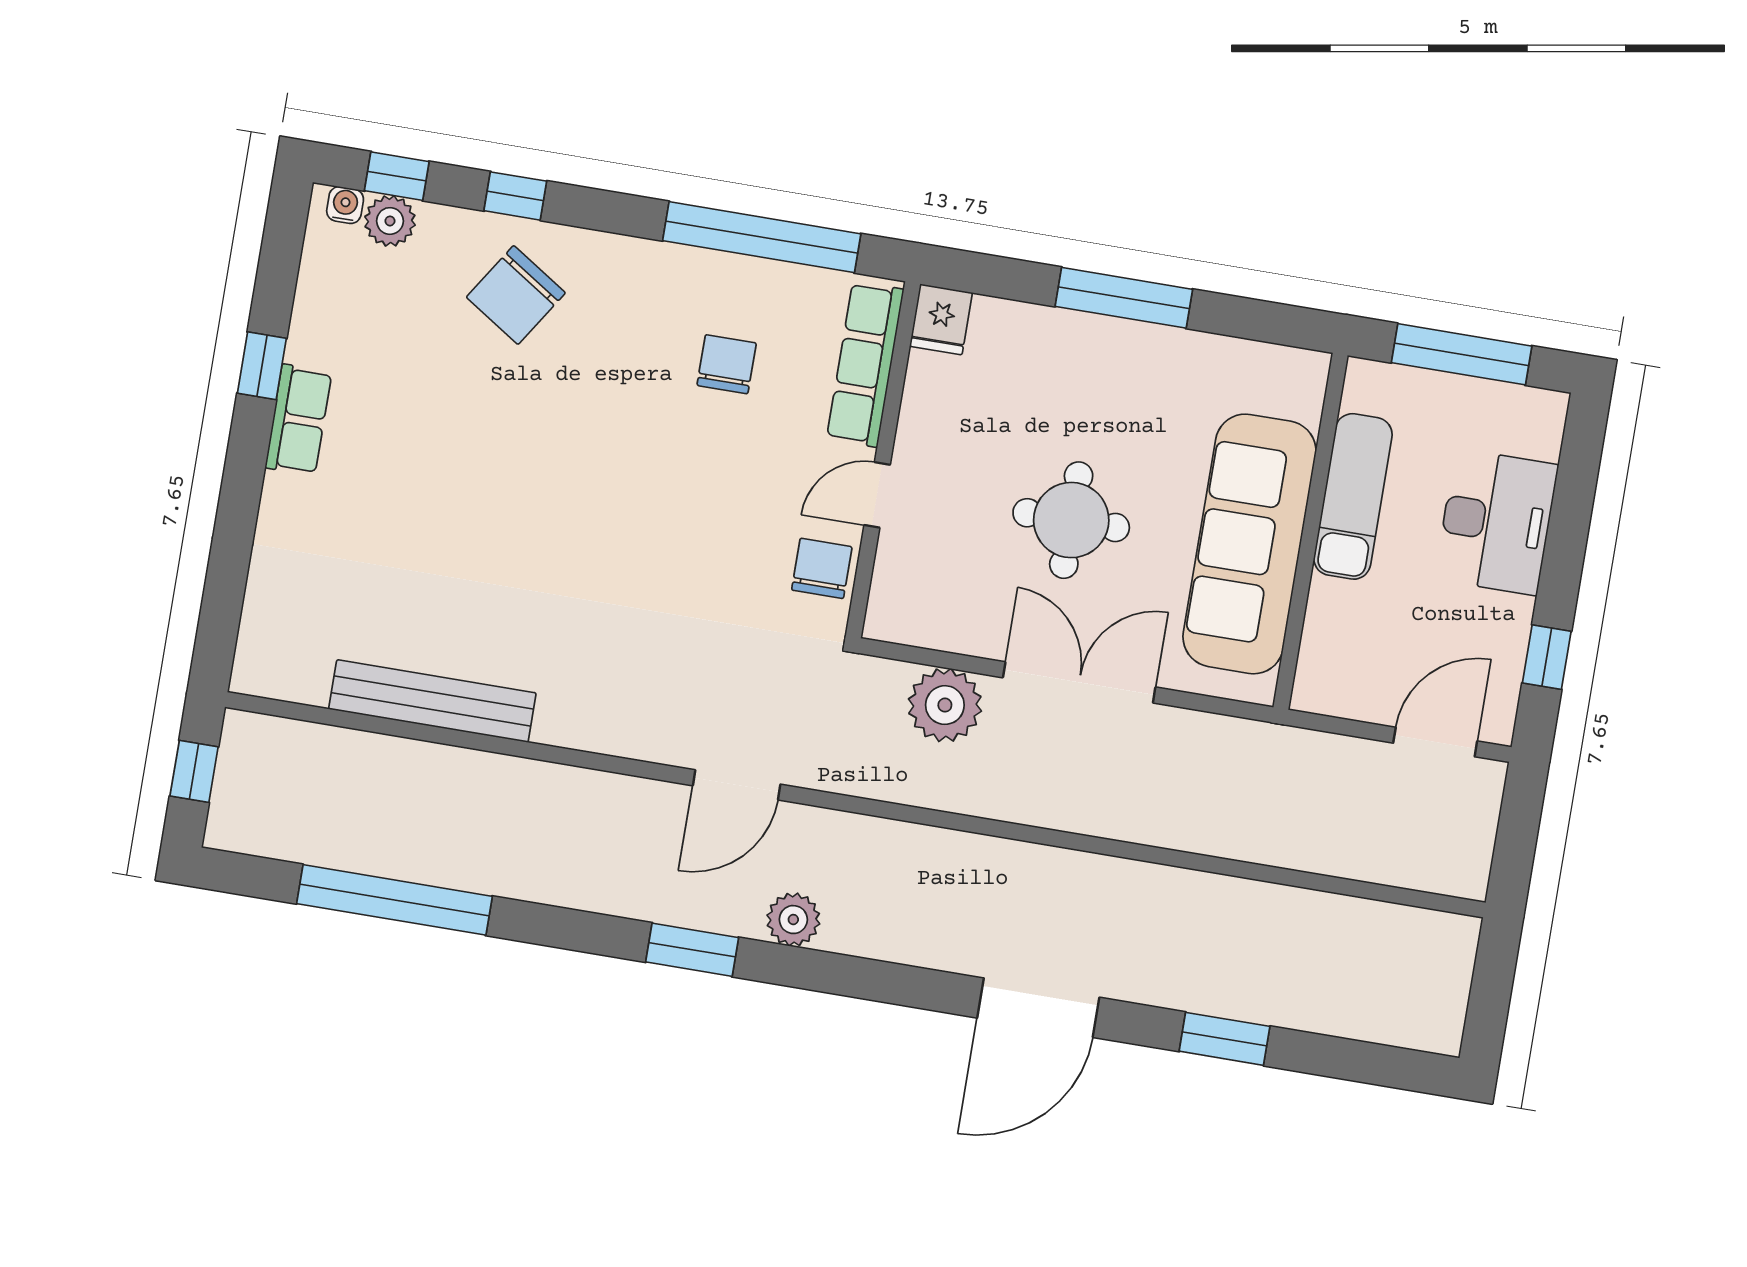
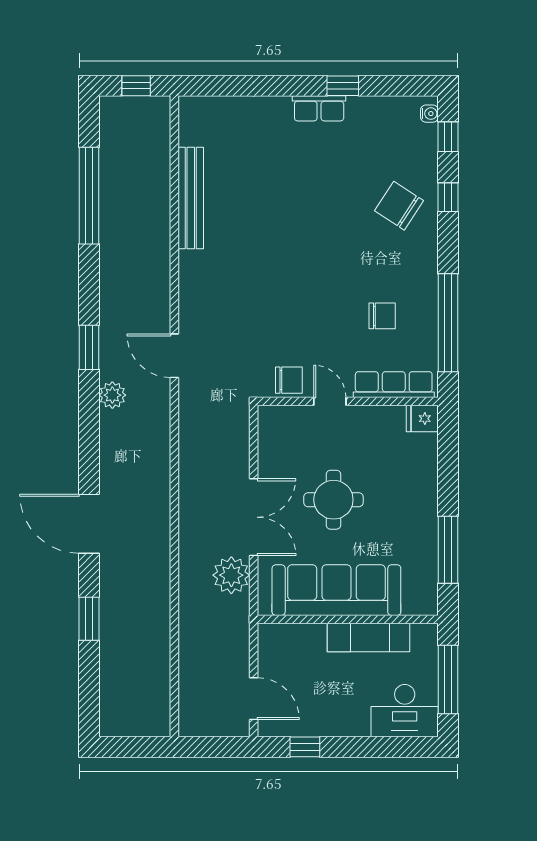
plant: (390, 221) -> (425, 137), removed
window: (1124, 298) -> (448, 550), moved
desk: (1496, 522) -> (405, 711), moved
plant: (945, 705) -> (231, 575), moved

